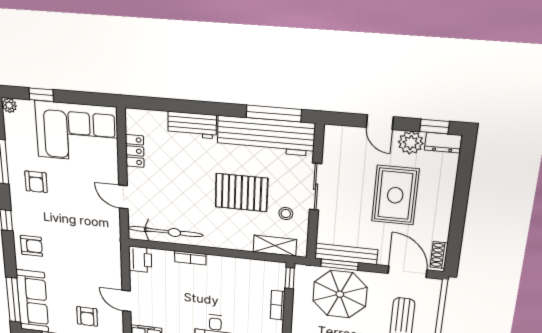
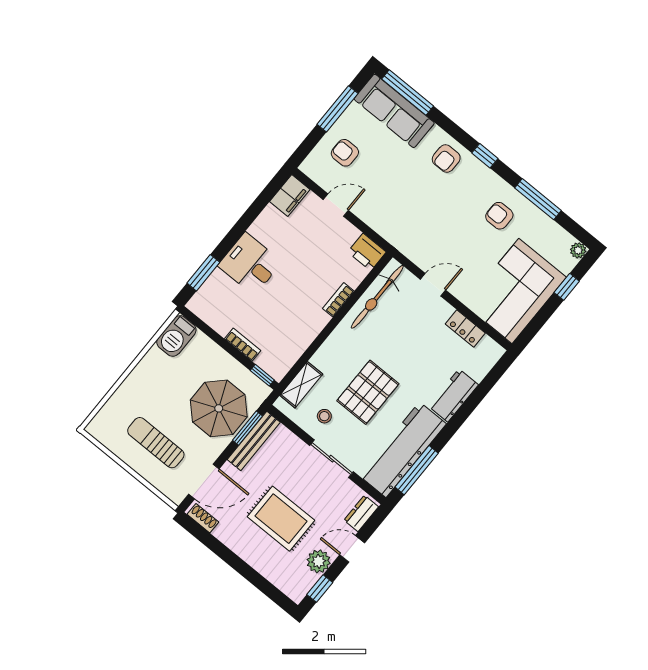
dresser: (443, 143) -> (361, 513), moved

